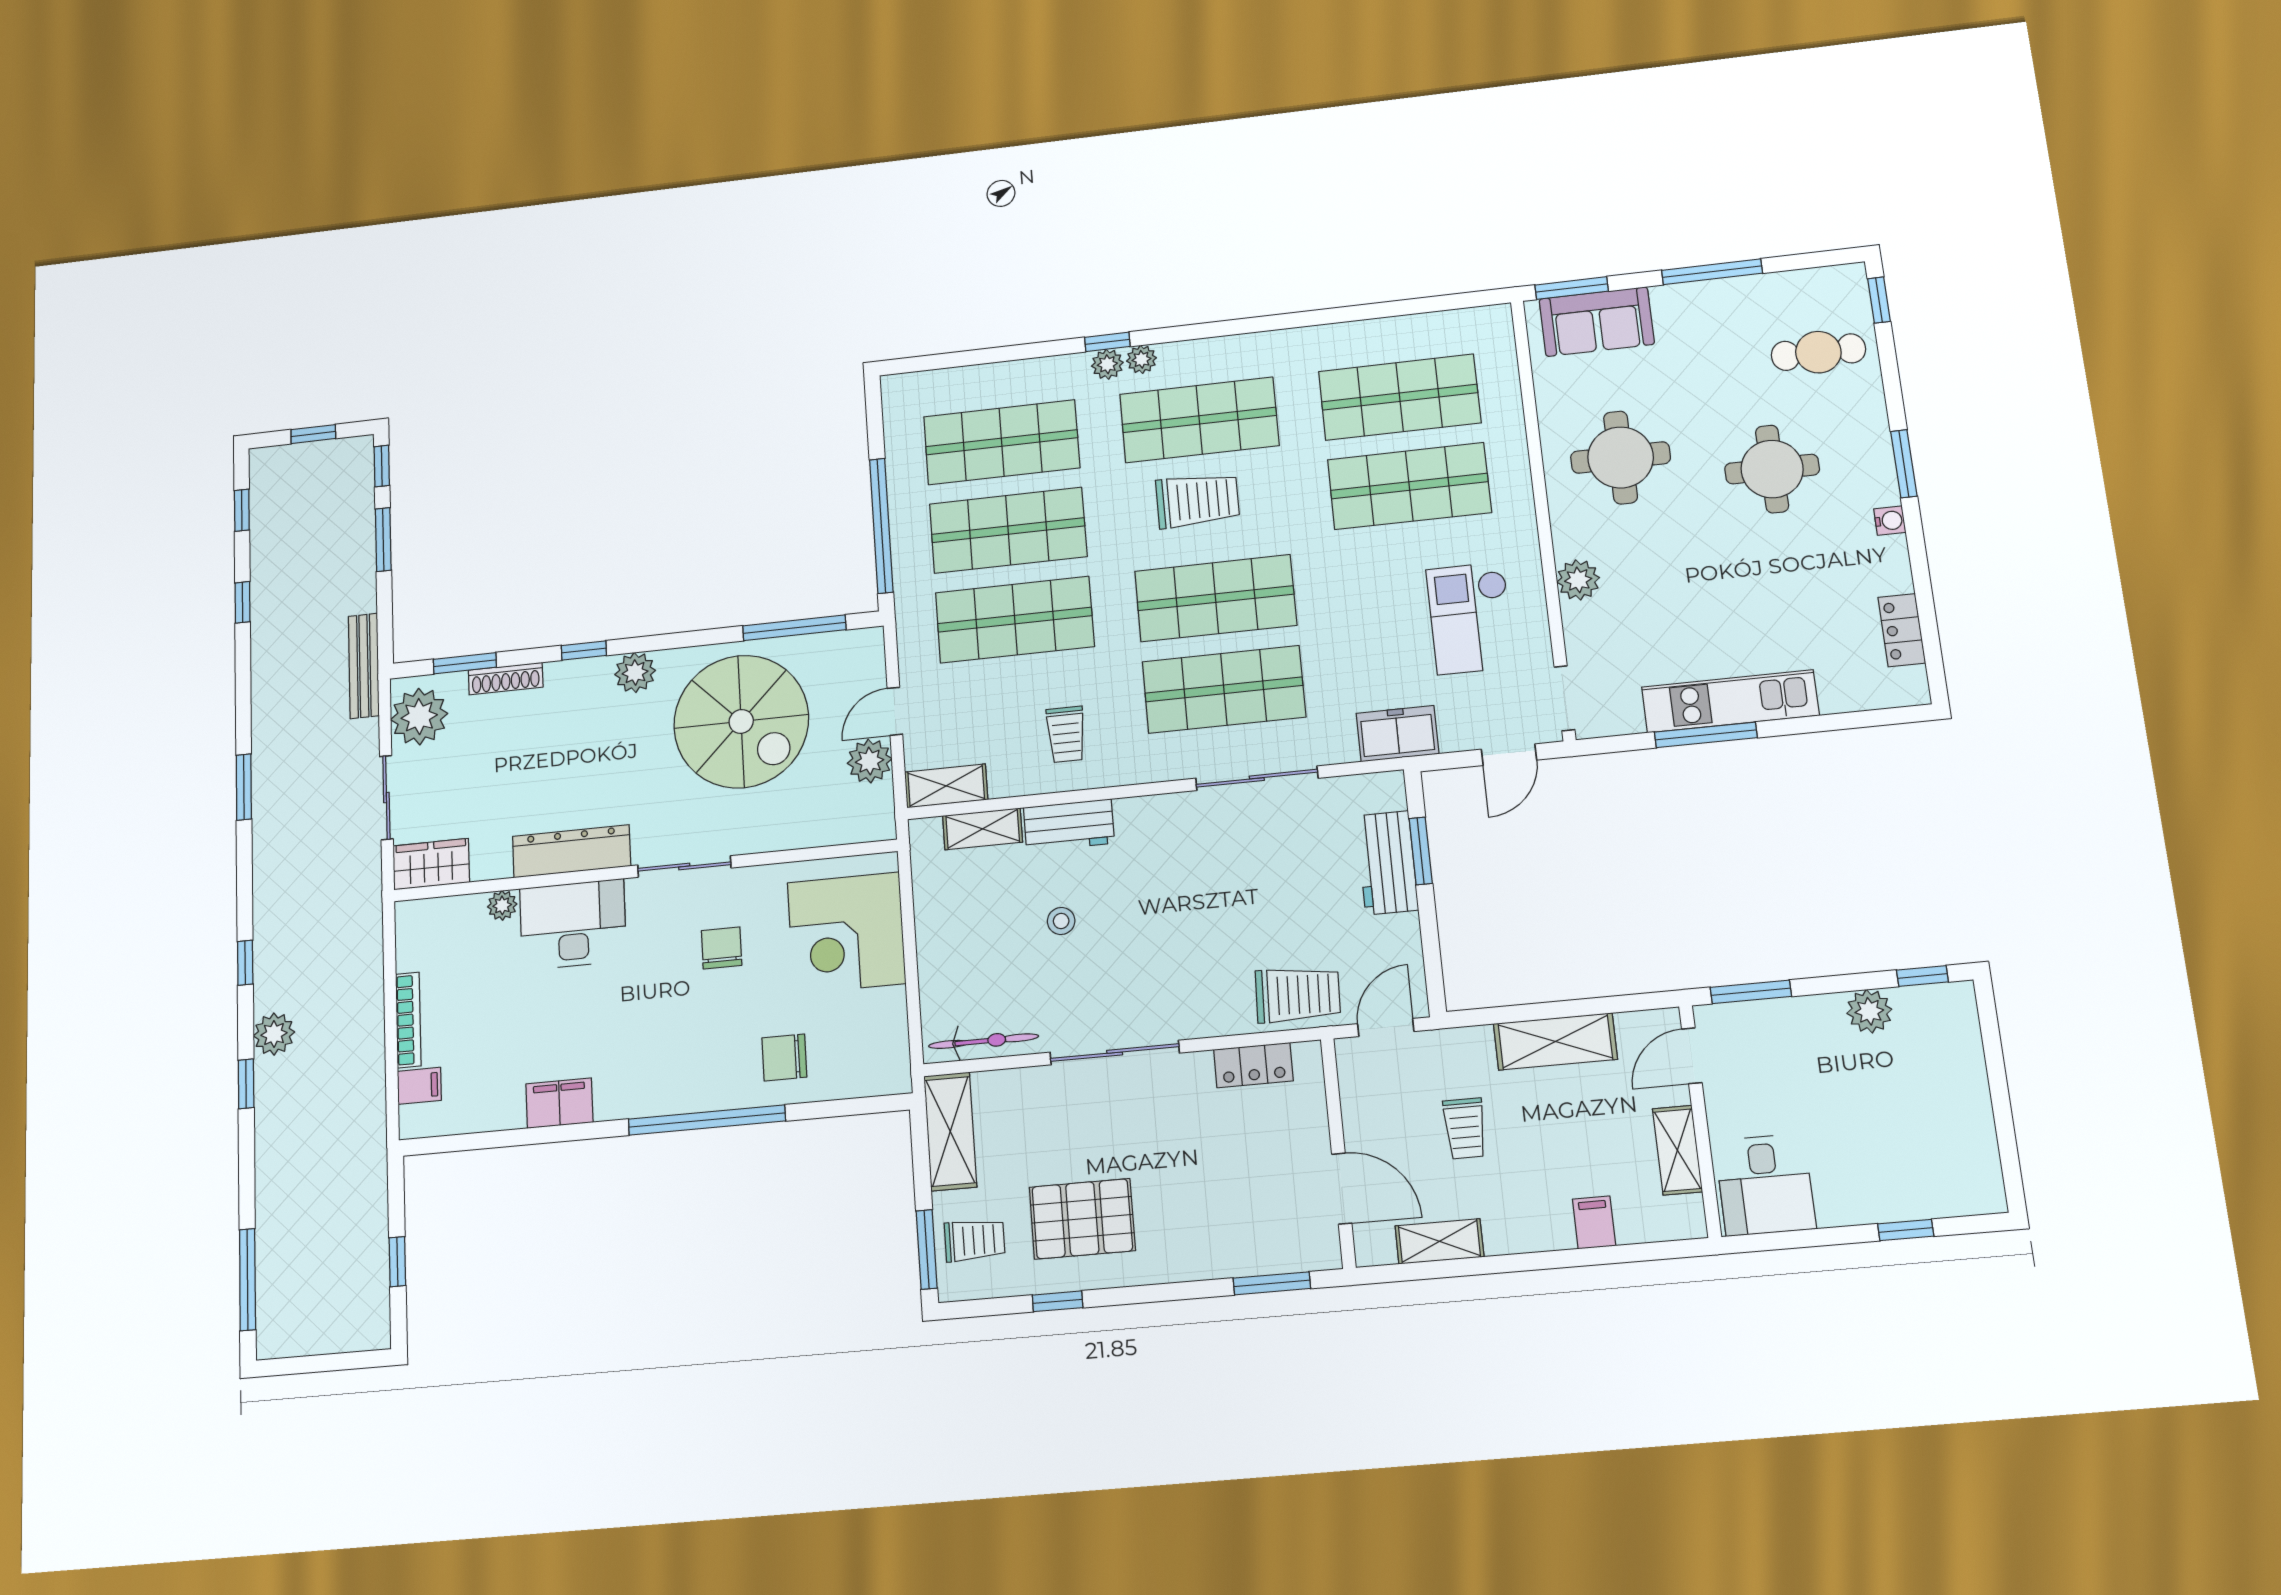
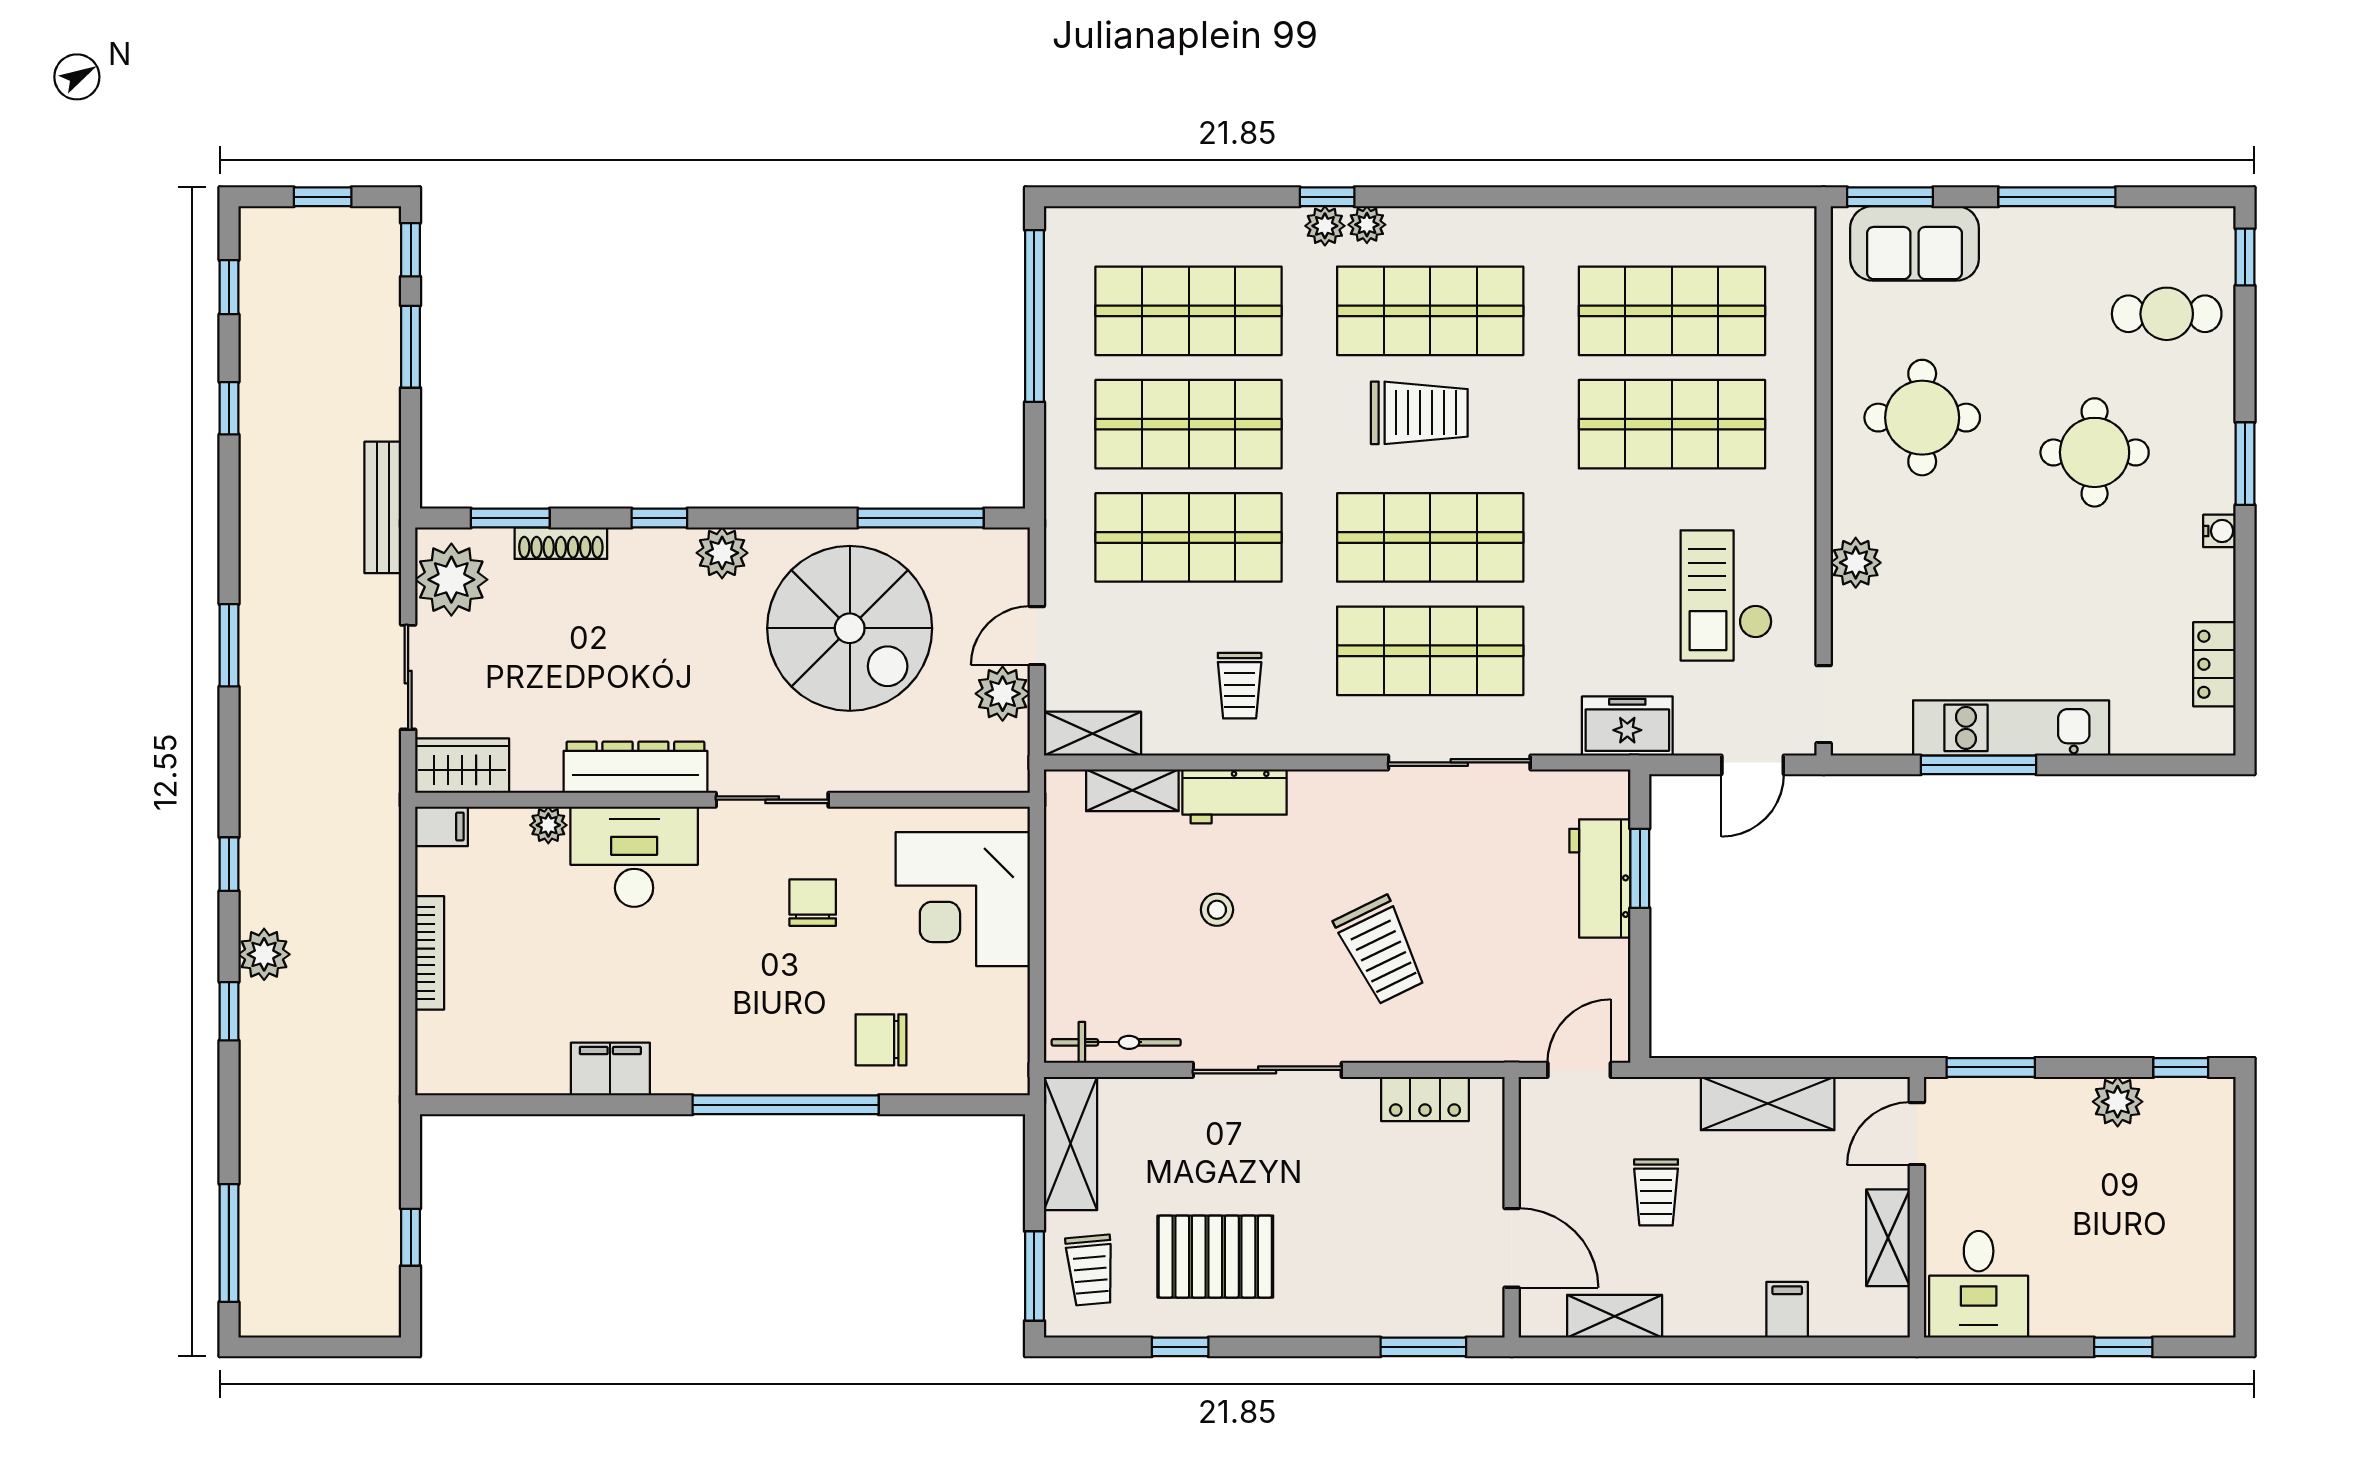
window: (881, 526) -> (1034, 316), moved
trolley: (1298, 995) -> (1381, 950), moved, turned 62
filing cabinet: (419, 1086) -> (442, 826), moved
trolley: (975, 1240) -> (1090, 1270), turned 85

